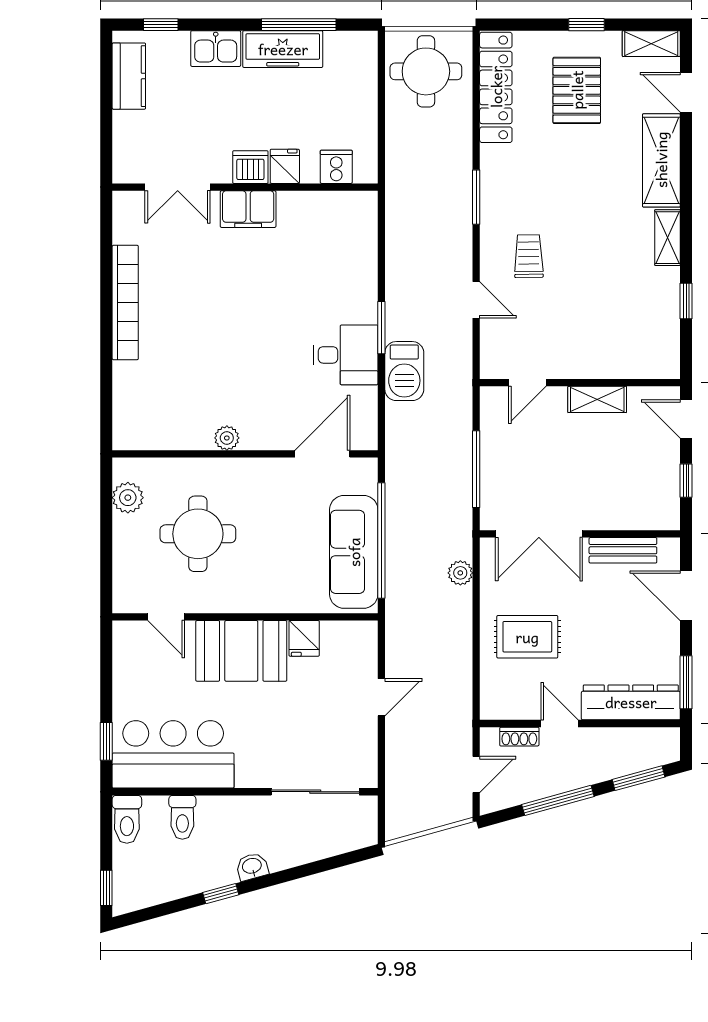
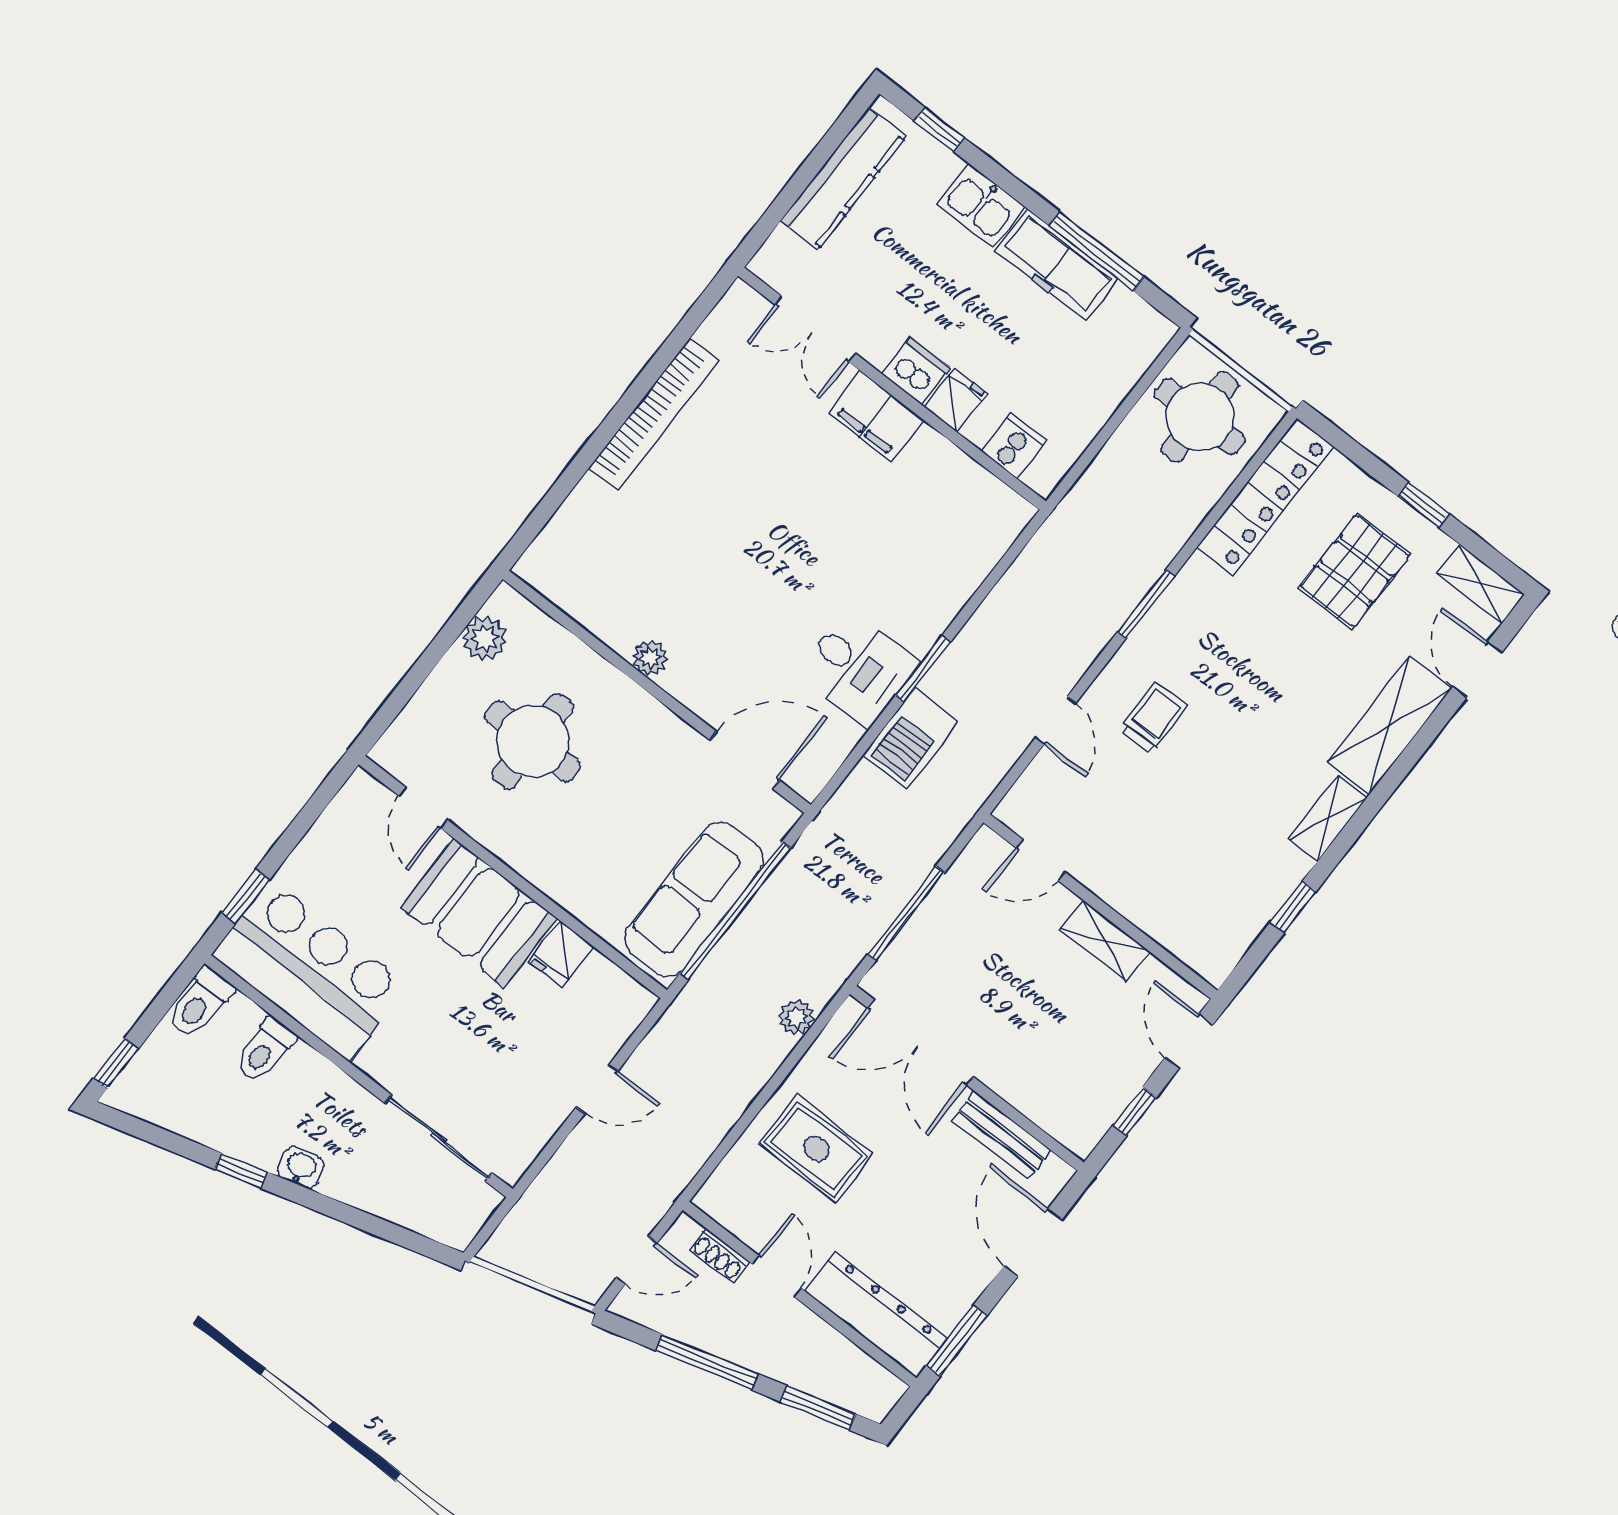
kitchen counter: (129, 76) -> (843, 179), width x1.50

